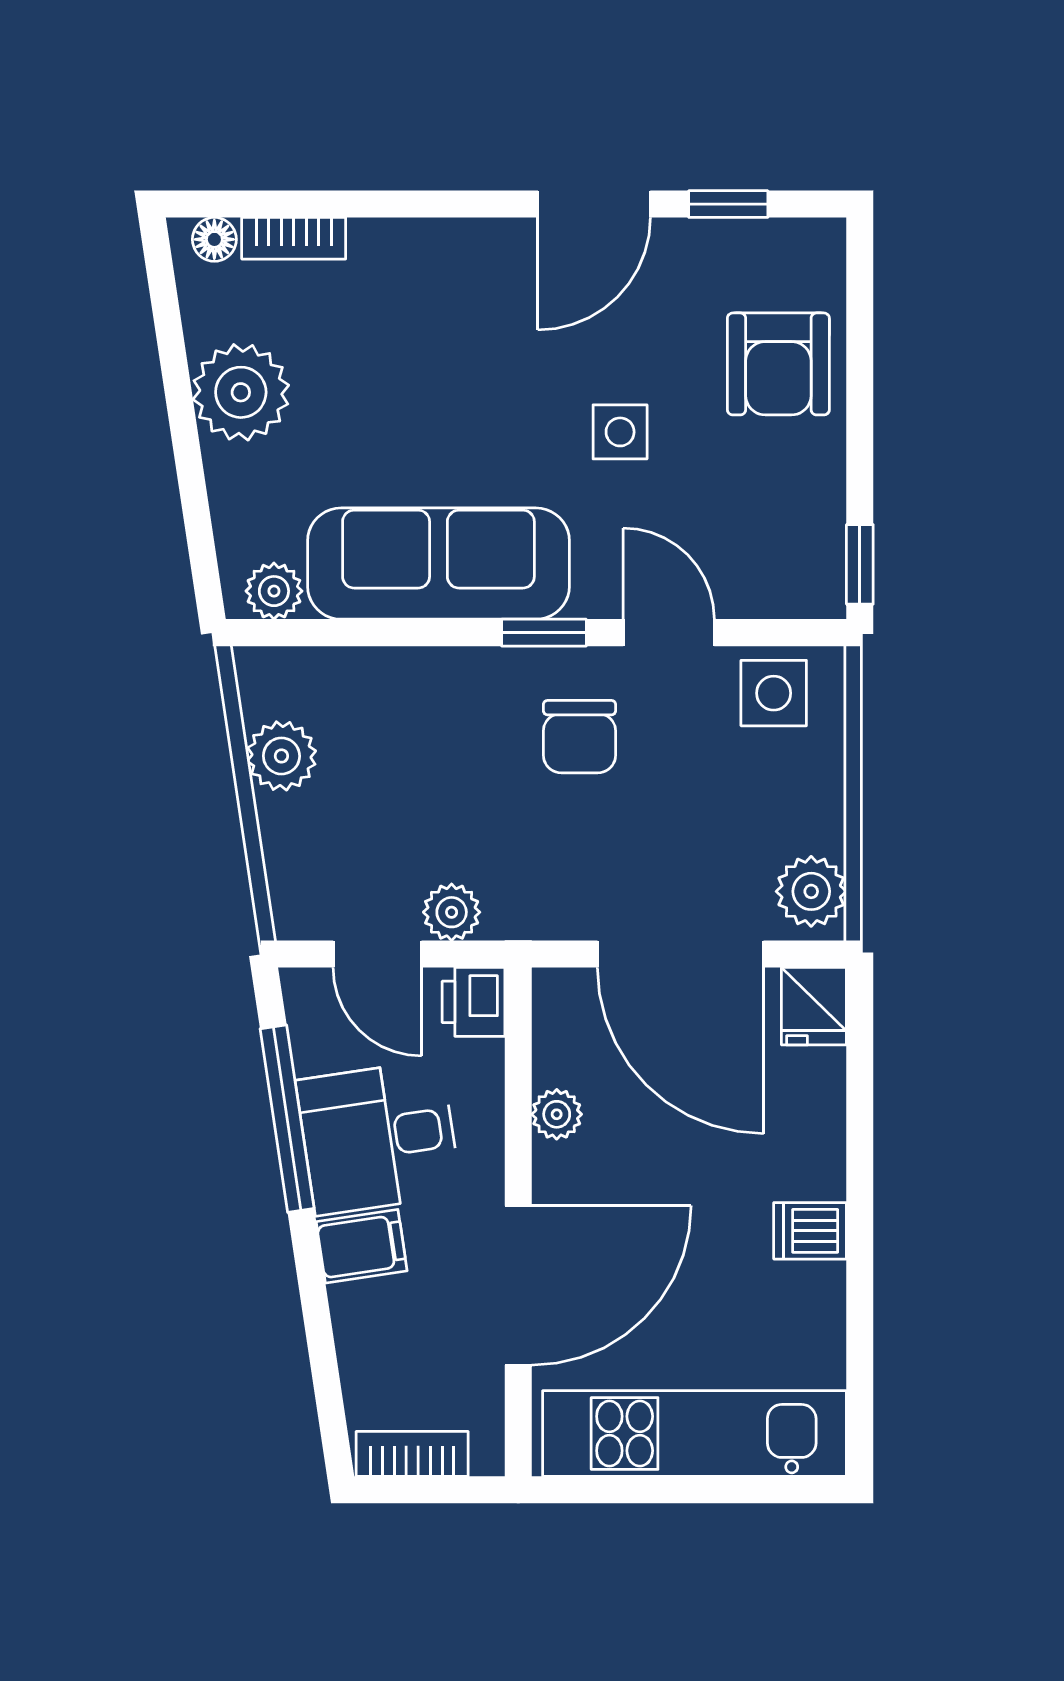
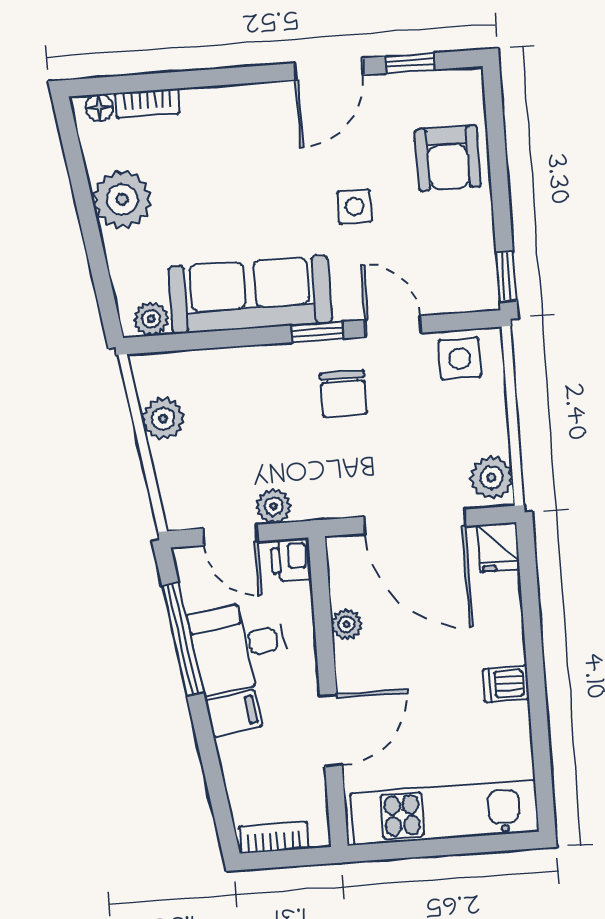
door: (518, 1285) -> (331, 730), width x0.73

